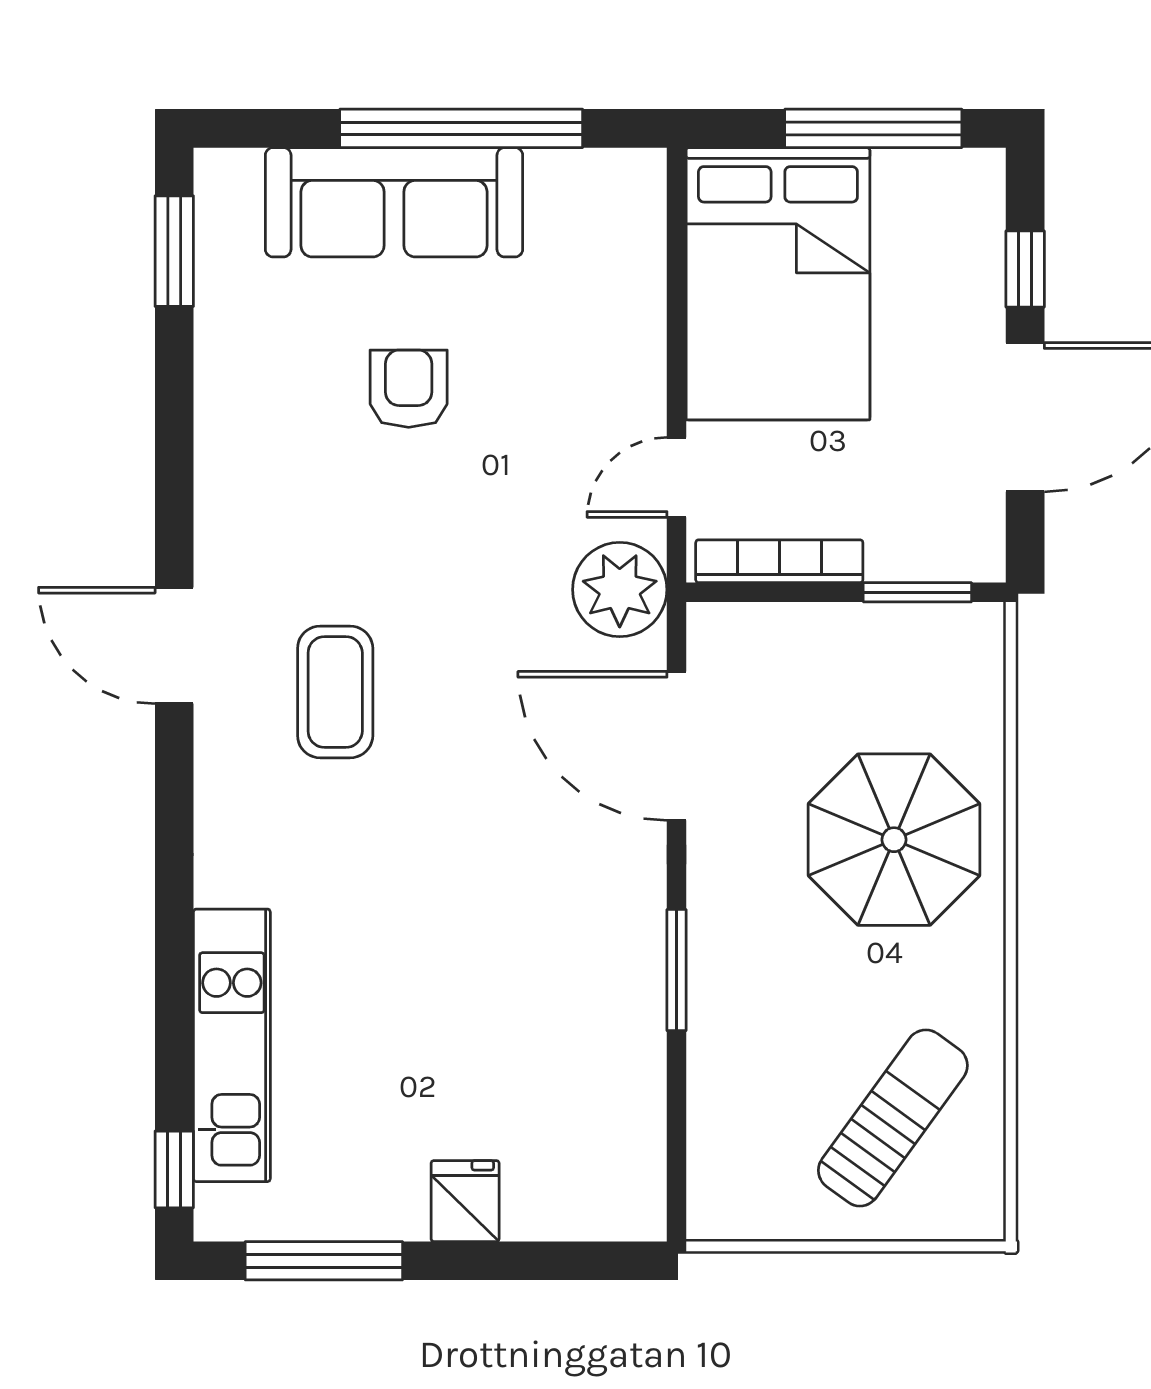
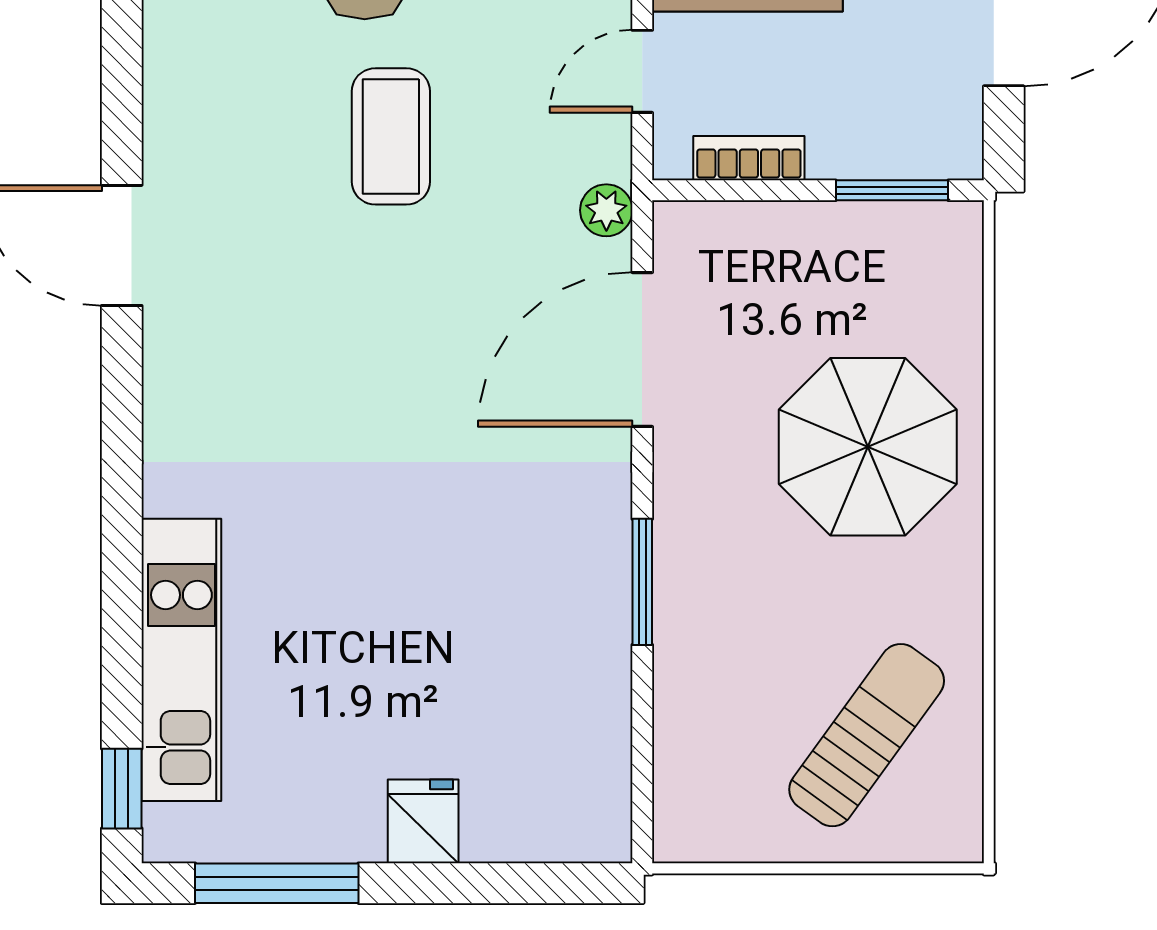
bookcase: (779, 561) -> (749, 158), width x0.64
plant: (620, 590) -> (606, 210), width x0.53, depth x0.53
coffee table: (335, 692) -> (391, 136), moved
door: (676, 746) -> (642, 350), hinge flipped

